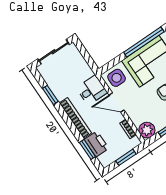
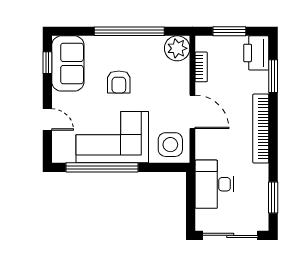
desk: (92, 90) -> (214, 184), moved, width x1.37
window: (50, 95) -> (273, 198), moved
printer: (96, 144) -> (256, 53), moved

